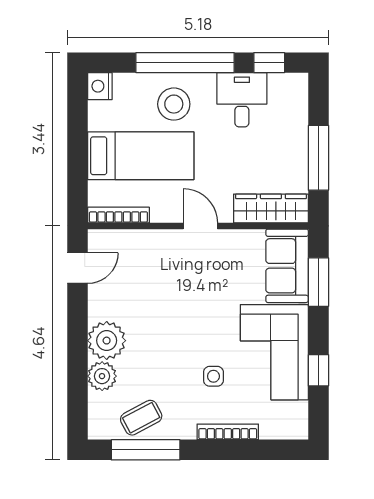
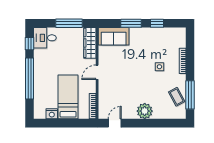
nightstand: (100, 86) -> (52, 114), moved
desk: (242, 100) -> (45, 38), moved
stool: (174, 104) -> (47, 83), removed
door: (77, 268) -> (115, 123), hinge flipped
window: (318, 282) -> (131, 23), moved
corner sofa: (274, 352) -> (150, 42), removed
plant: (102, 376) -> (159, 113), removed

